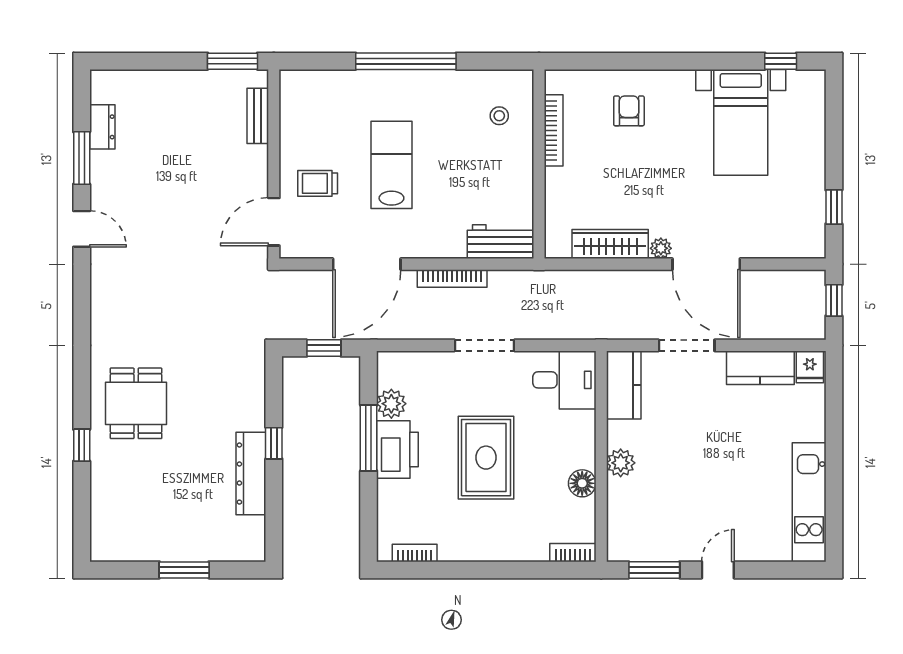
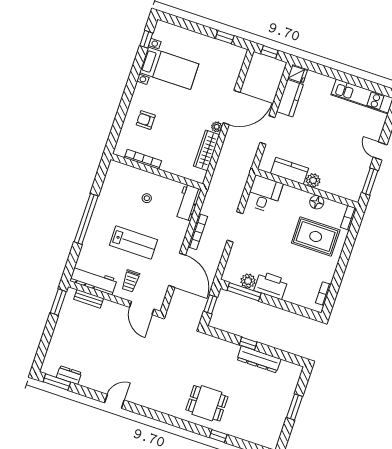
workbench: (296, 113) -> (93, 280), added
stool: (499, 116) -> (147, 198), moved
window: (82, 158) -> (57, 382), moved
lab bench: (391, 165) -> (134, 243), turned 180
kitchen counter: (624, 385) -> (289, 171), moved
window: (369, 438) -> (244, 292), moved
rug: (486, 458) -> (316, 237), moved

